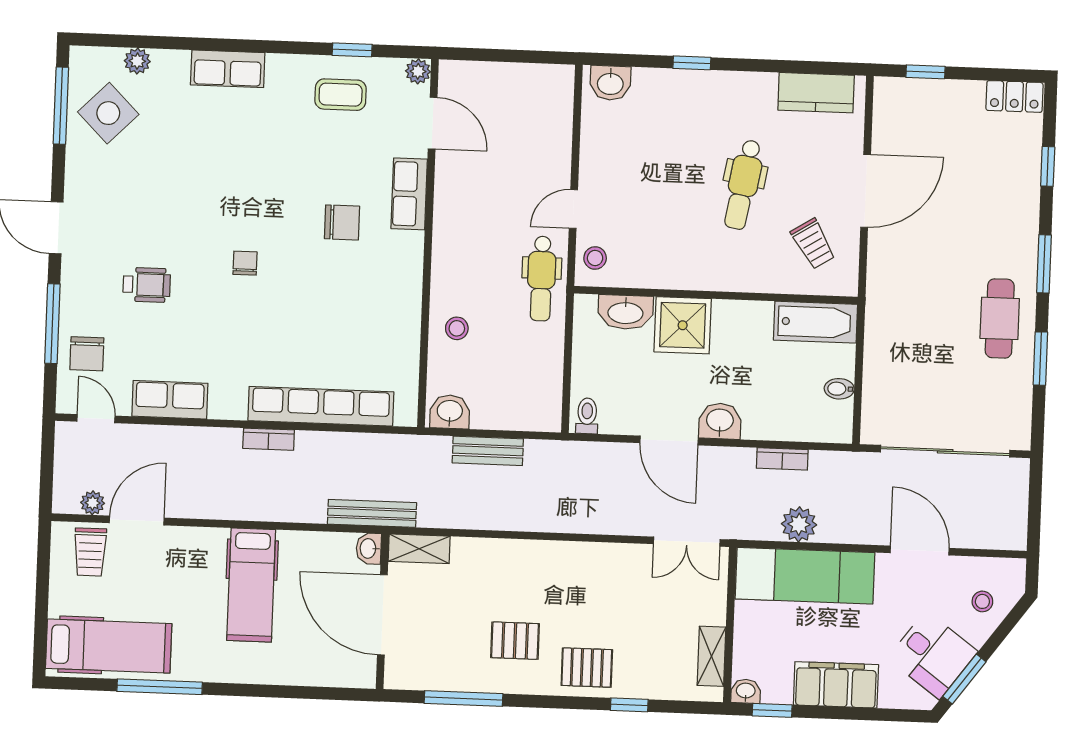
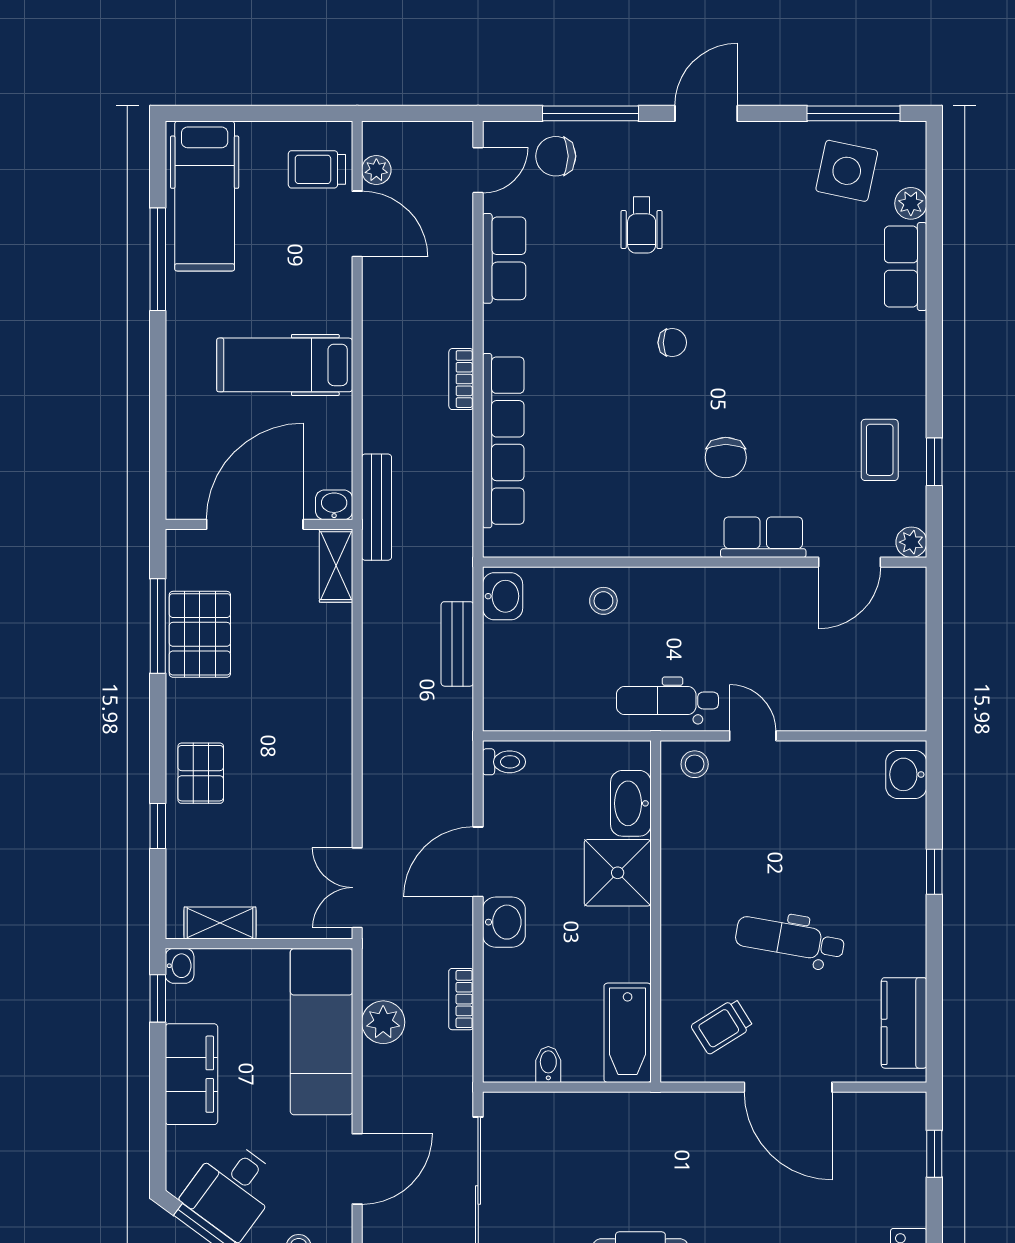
row of seats: (228, 69) -> (906, 267), moved
side table: (108, 113) -> (847, 171), turned -33
pallet: (515, 641) -> (200, 634), moved, width x1.50, depth x1.42

